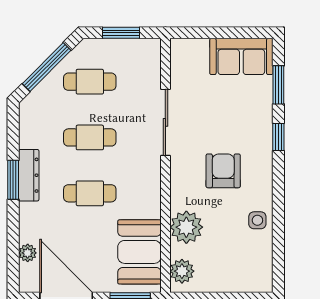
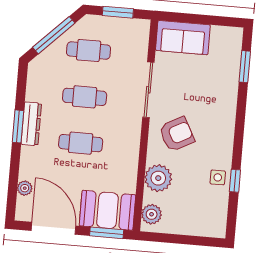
sofa: (241, 56) -> (183, 38), moved
window: (278, 137) -> (235, 181), moved
armchair: (223, 171) -> (177, 134), moved, turned 62
booth: (139, 252) -> (107, 210), moved, turned 90

